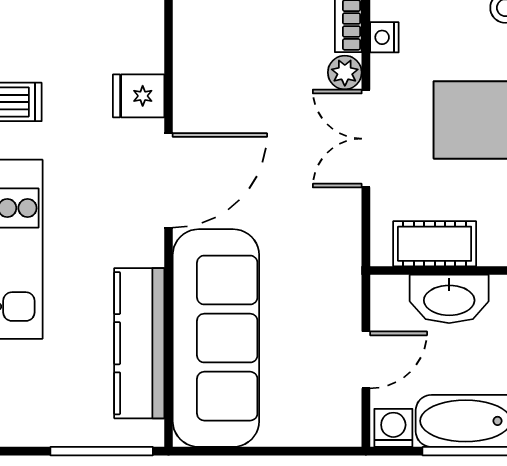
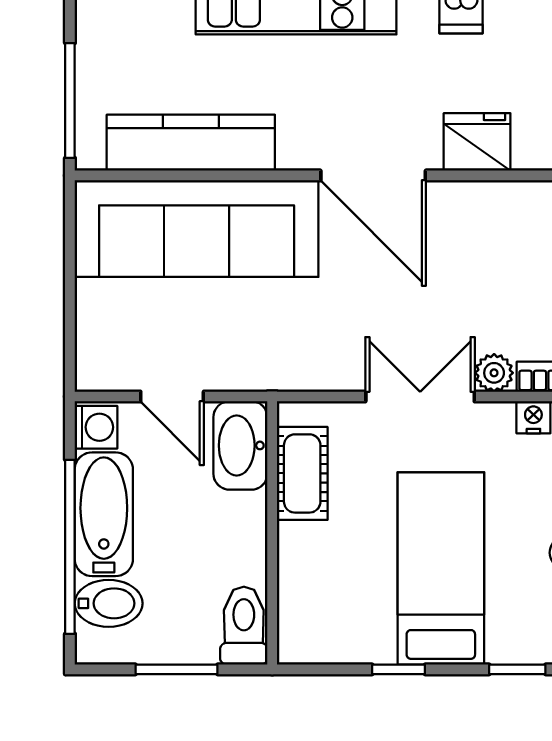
fridge: (139, 96) -> (477, 142), width x1.38
washbasin: (449, 299) -> (240, 445), moved

